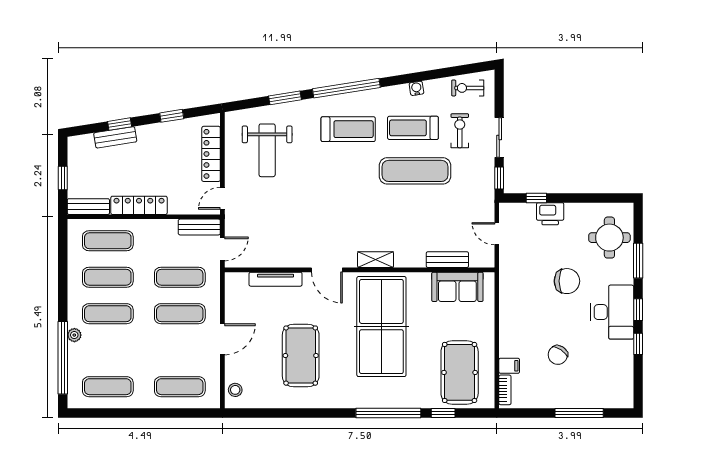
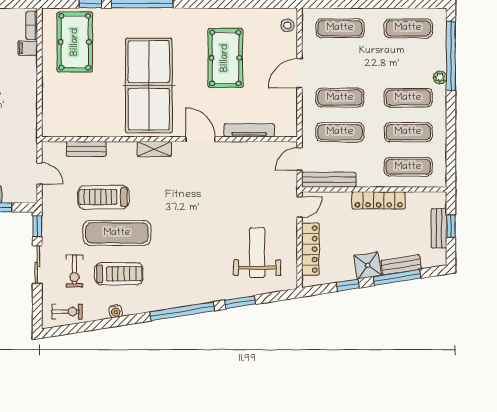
window: (120, 124) -> (397, 277), width x2.17
treadmill: (348, 129) -> (103, 197), moved
shower: (151, 137) -> (368, 265), added
bench: (88, 207) -> (439, 228), moved, turned 90
bench: (199, 227) -> (329, 180), width x1.36
sofa: (457, 287) -> (77, 123), removed

